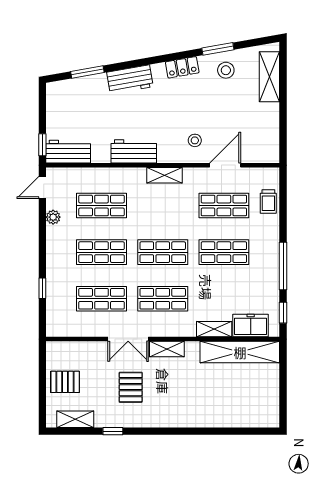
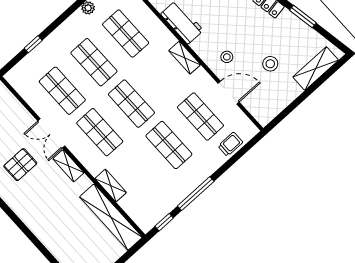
stool: (226, 70) -> (270, 64), moved
trolley: (268, 202) -> (230, 144), turned 180
freezer: (251, 326) -> (135, 208), removed

